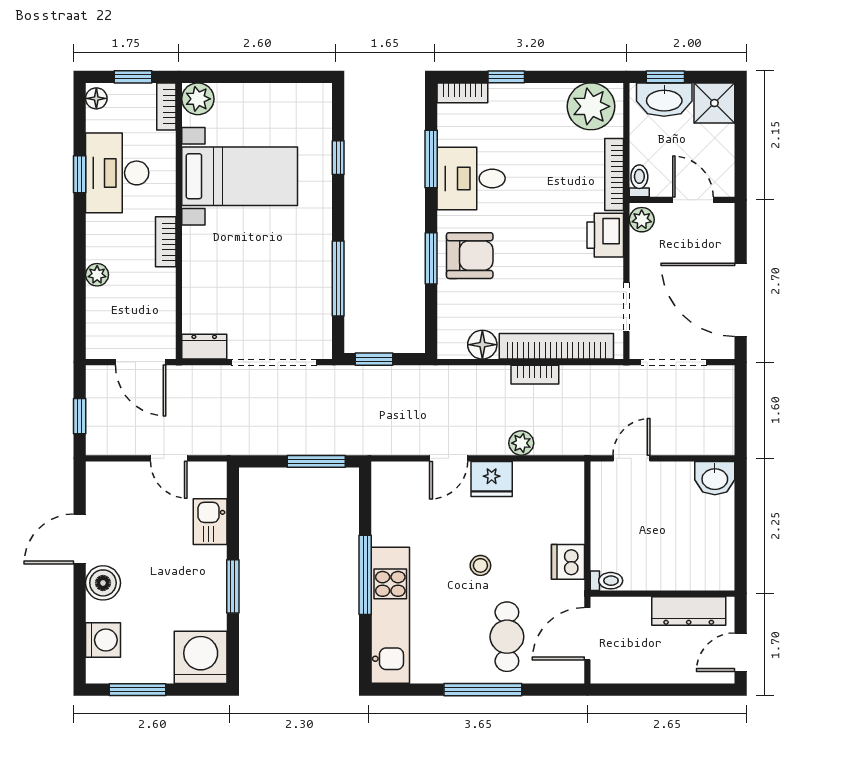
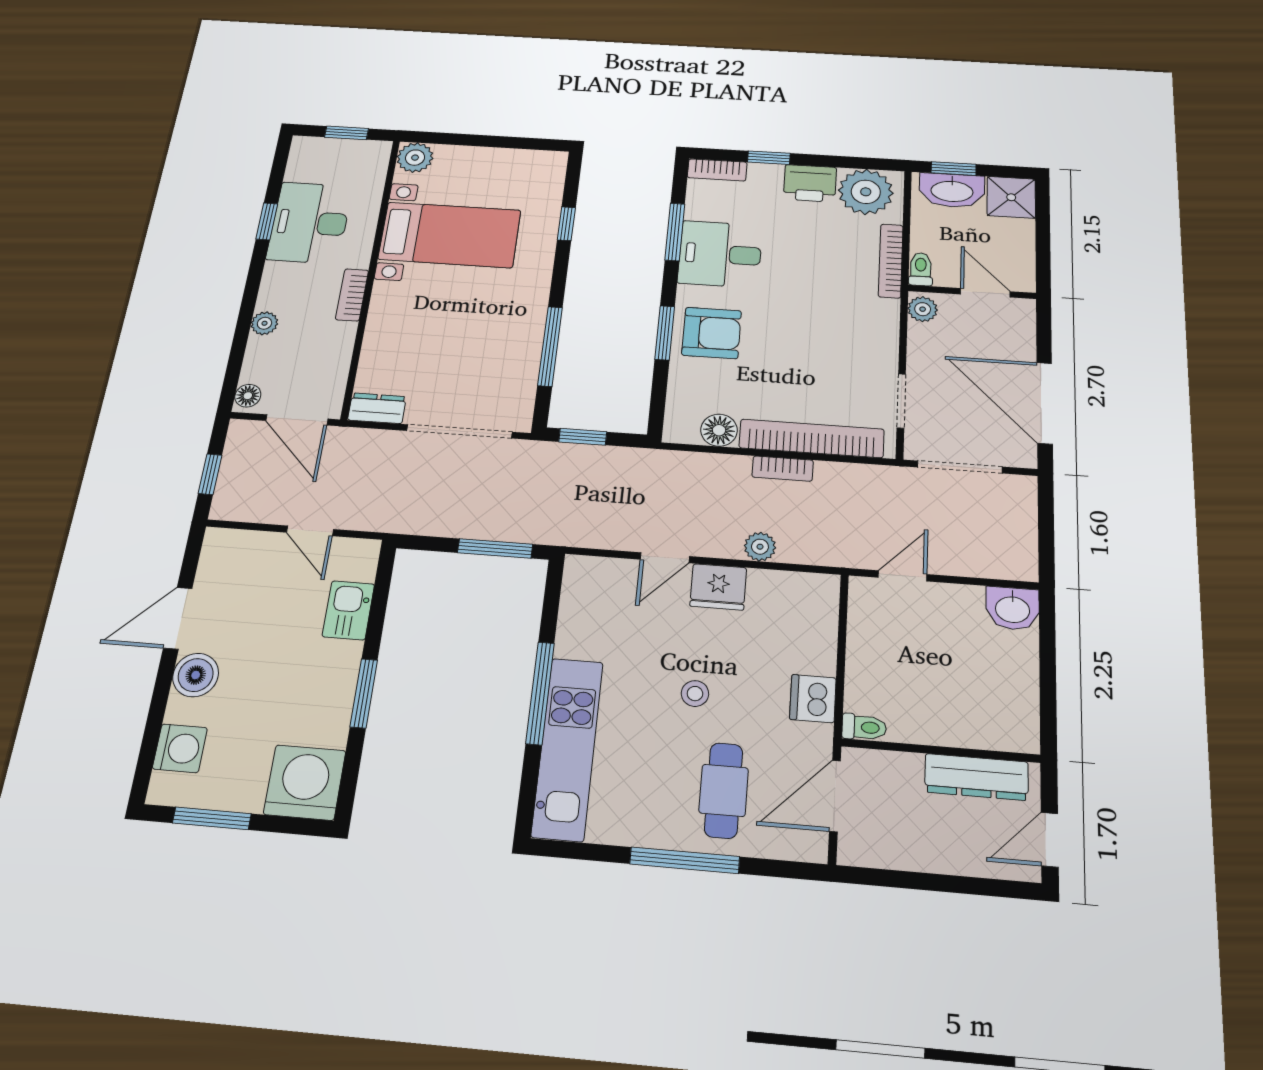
floor lamp: (96, 98) -> (248, 396), moved
bookcase: (166, 106) -> (378, 163), removed
printer: (605, 235) -> (810, 183), moved, turned -90

